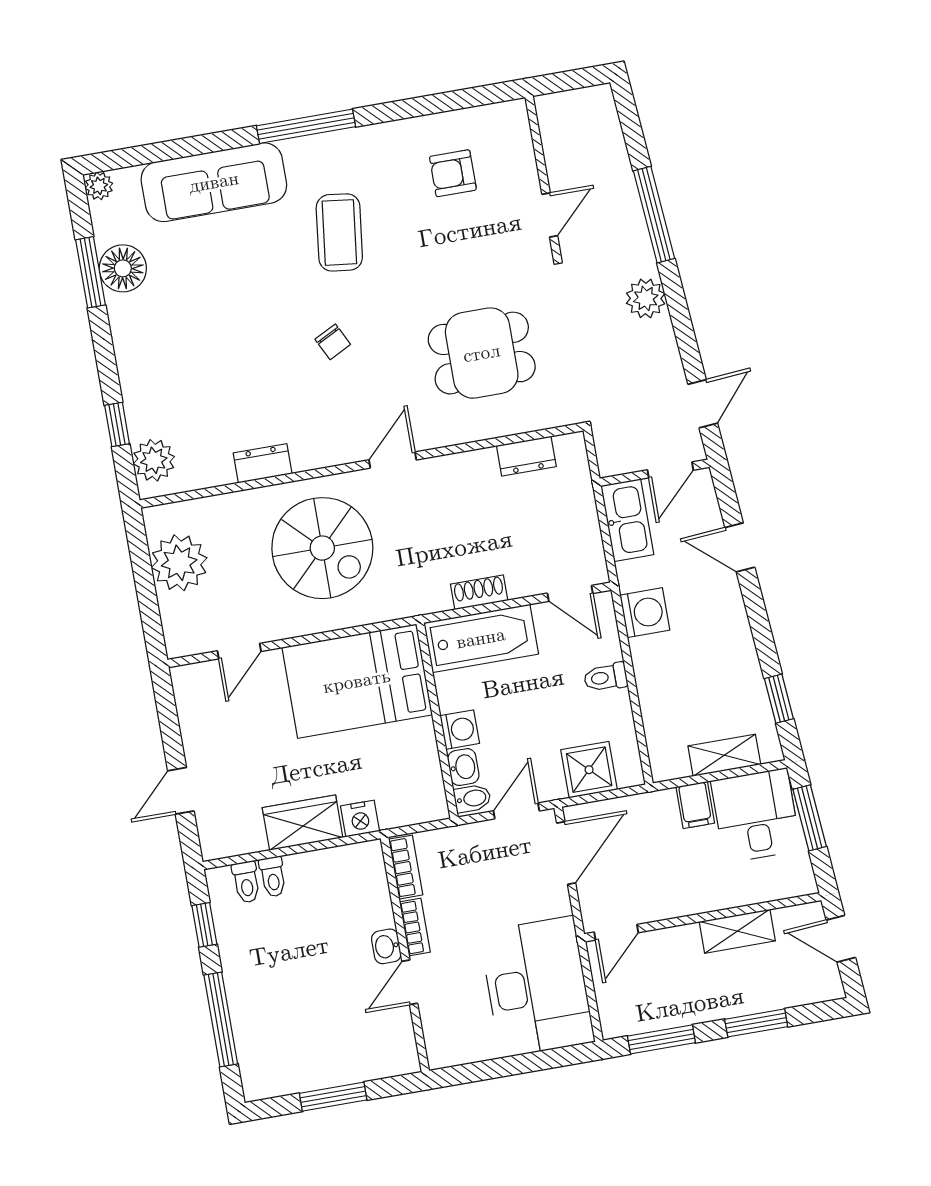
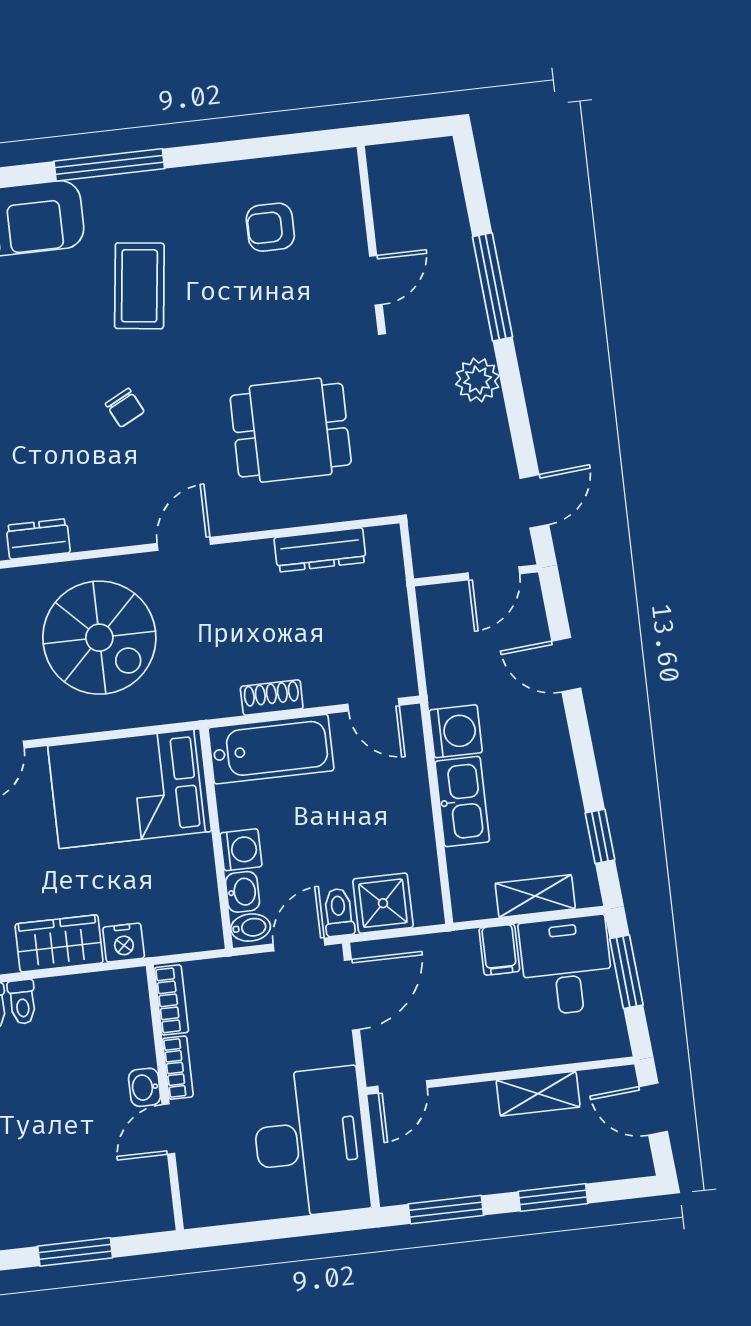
dresser: (526, 456) -> (320, 550), width x1.44
kitchen sink: (627, 520) -> (462, 802), moved
toilet: (606, 677) -> (339, 912), moved, turned 90

